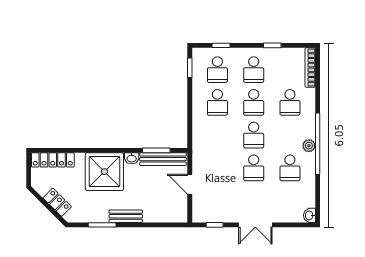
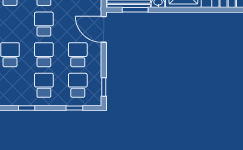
door: (190, 129) -> (104, 29), added

